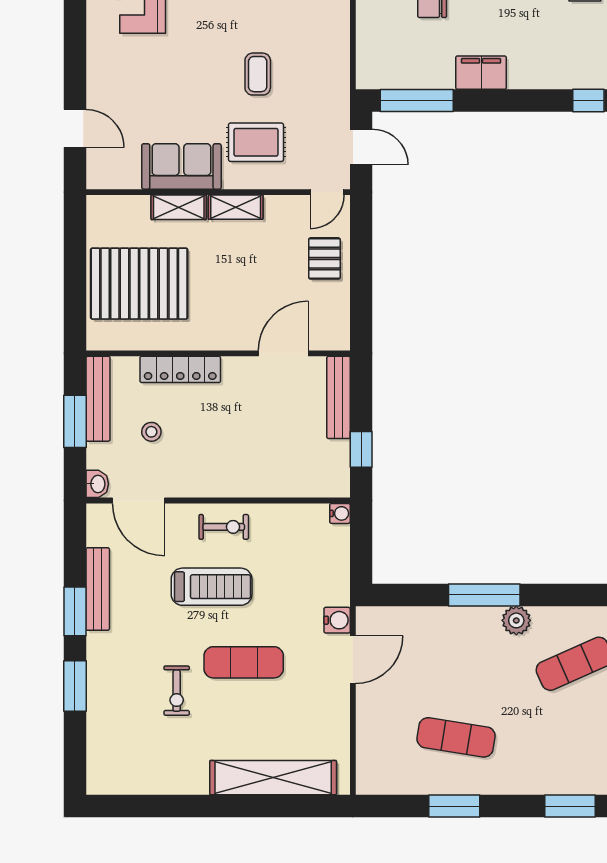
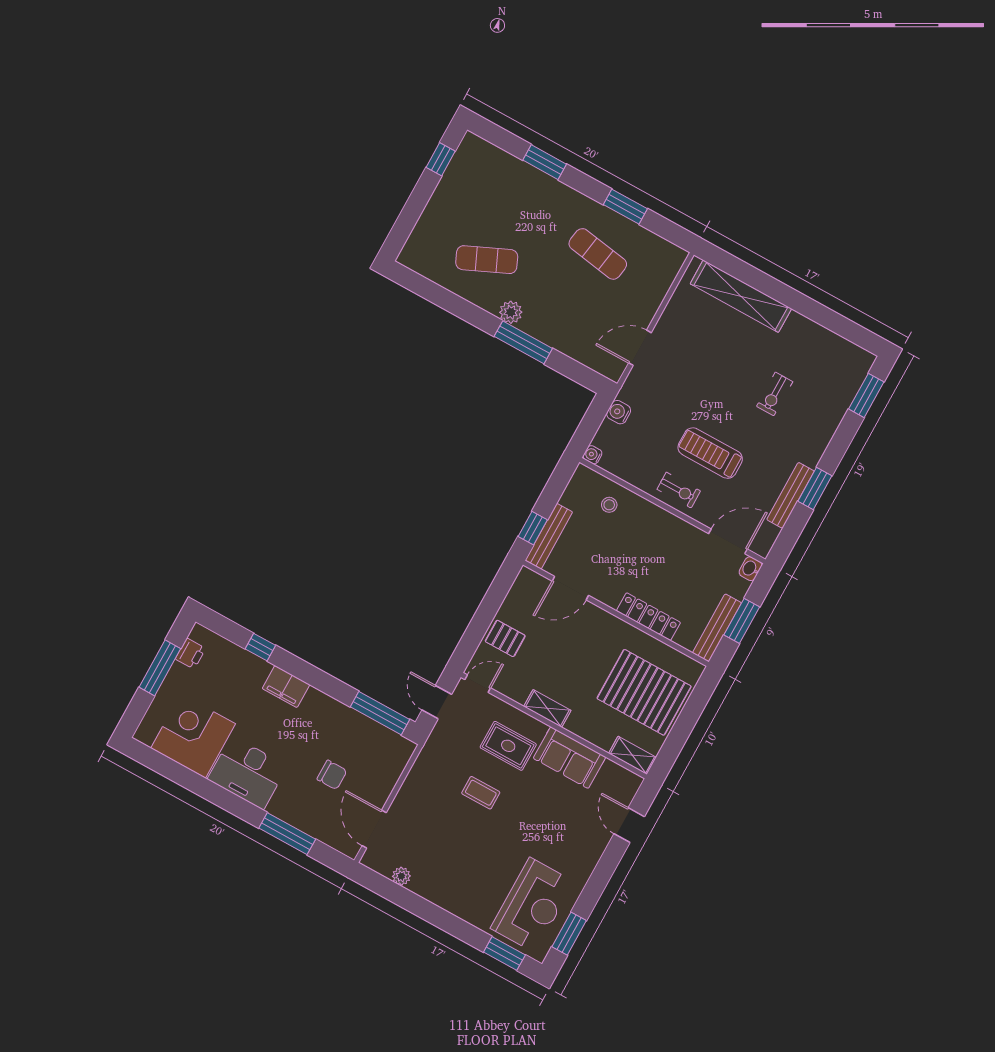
filing cabinet: (481, 73) -> (286, 687), moved
coffee table: (258, 74) -> (481, 793), turned 90
shelving: (179, 207) -> (632, 755), moved
pallet: (324, 258) -> (505, 638), turned 90
stool: (151, 432) -> (609, 505), moved
window: (361, 449) -> (533, 528), moved
door: (139, 501) -> (728, 541), hinge flipped
exercise bike: (224, 527) -> (679, 490), turned 180
water cooler: (337, 620) -> (619, 412), moved
exercise mat: (244, 662) -> (717, 388), removed
window: (75, 686) -> (866, 395), moved
exercise bike: (177, 691) -> (775, 394), turned 180

